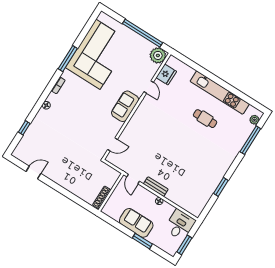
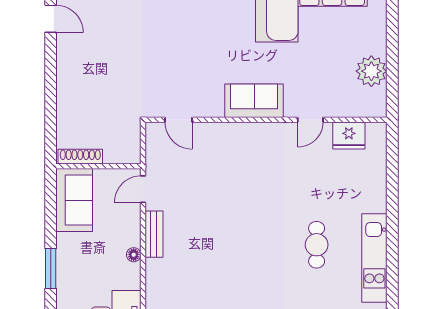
window: (143, 33) -> (392, 54), removed
plant: (158, 55) -> (371, 71), moved
kitchen unit: (220, 93) -> (374, 258), width x0.73
sofa: (136, 223) -> (74, 200), moved

